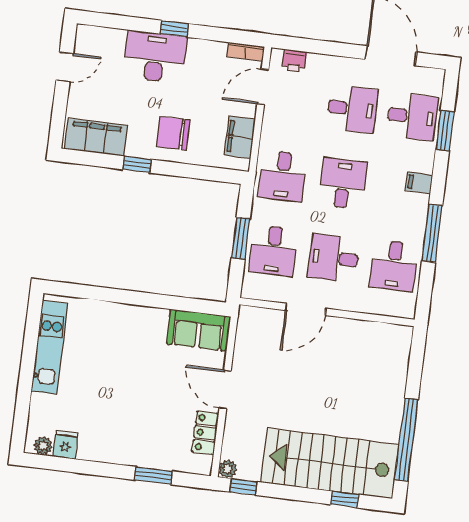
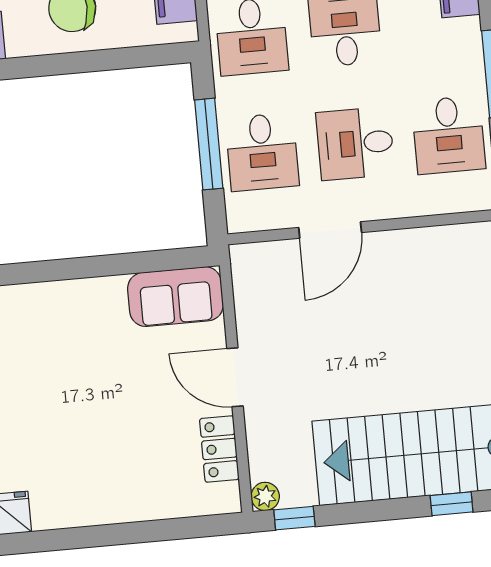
window: (137, 164) -> (28, 67), removed
window: (241, 238) -> (209, 144), width x1.44
window: (153, 476) -> (155, 531), removed

